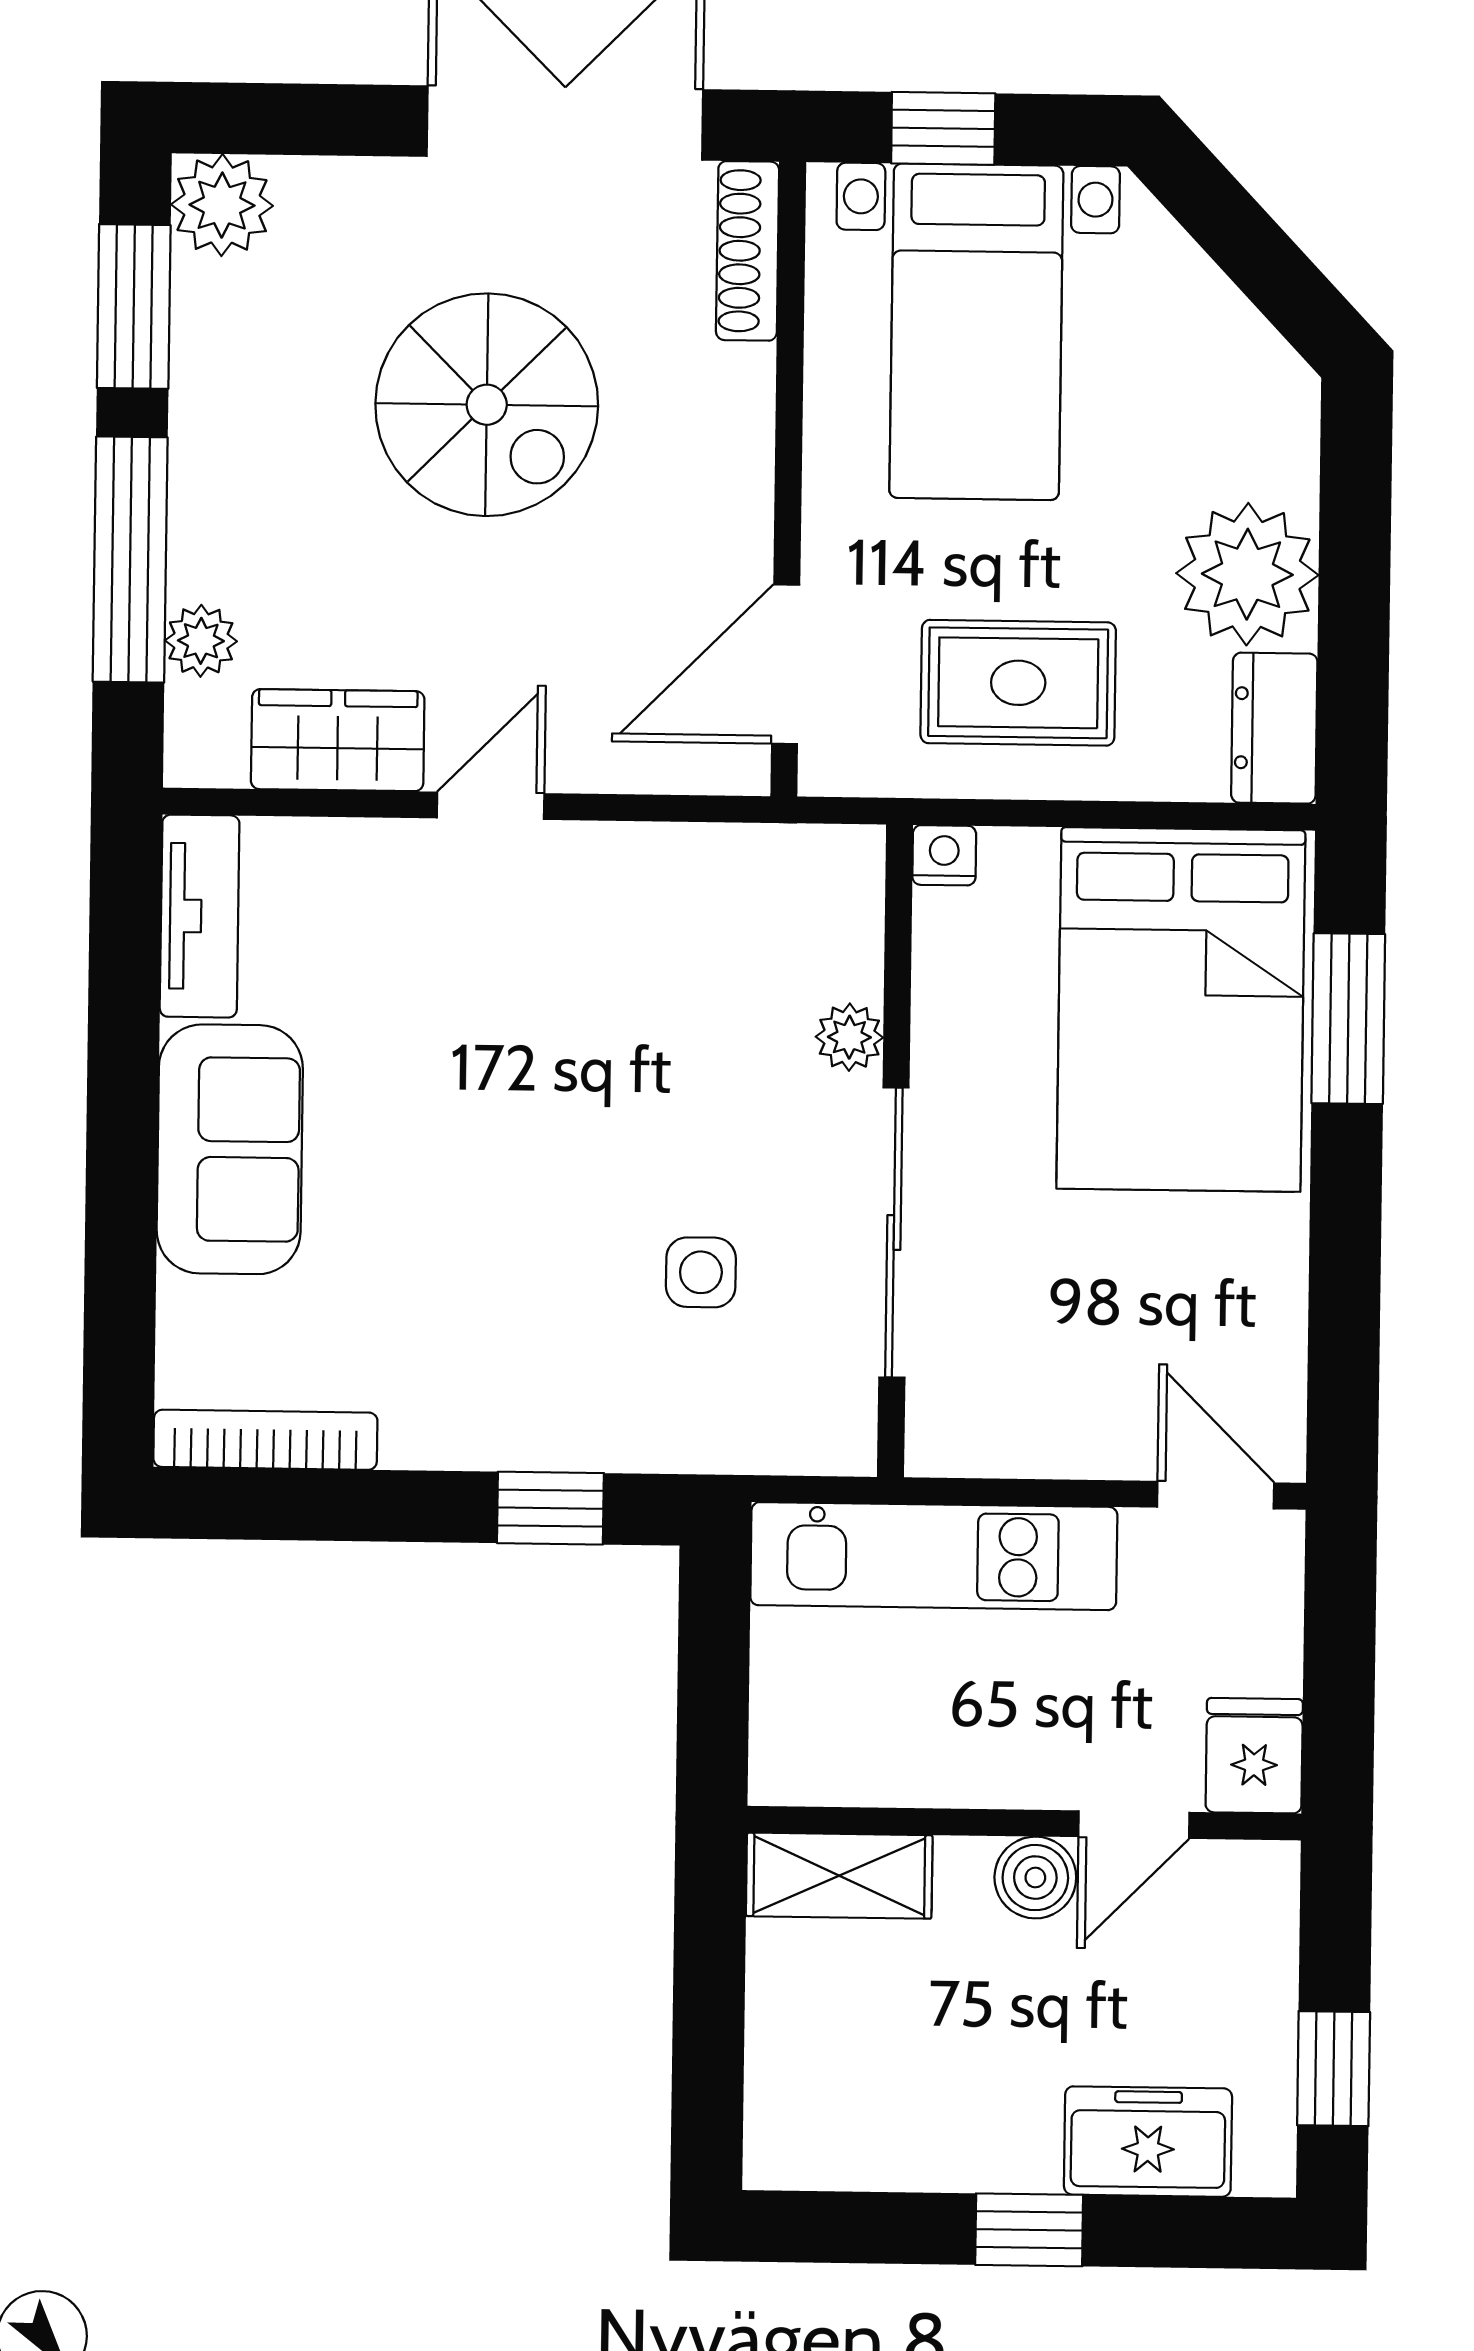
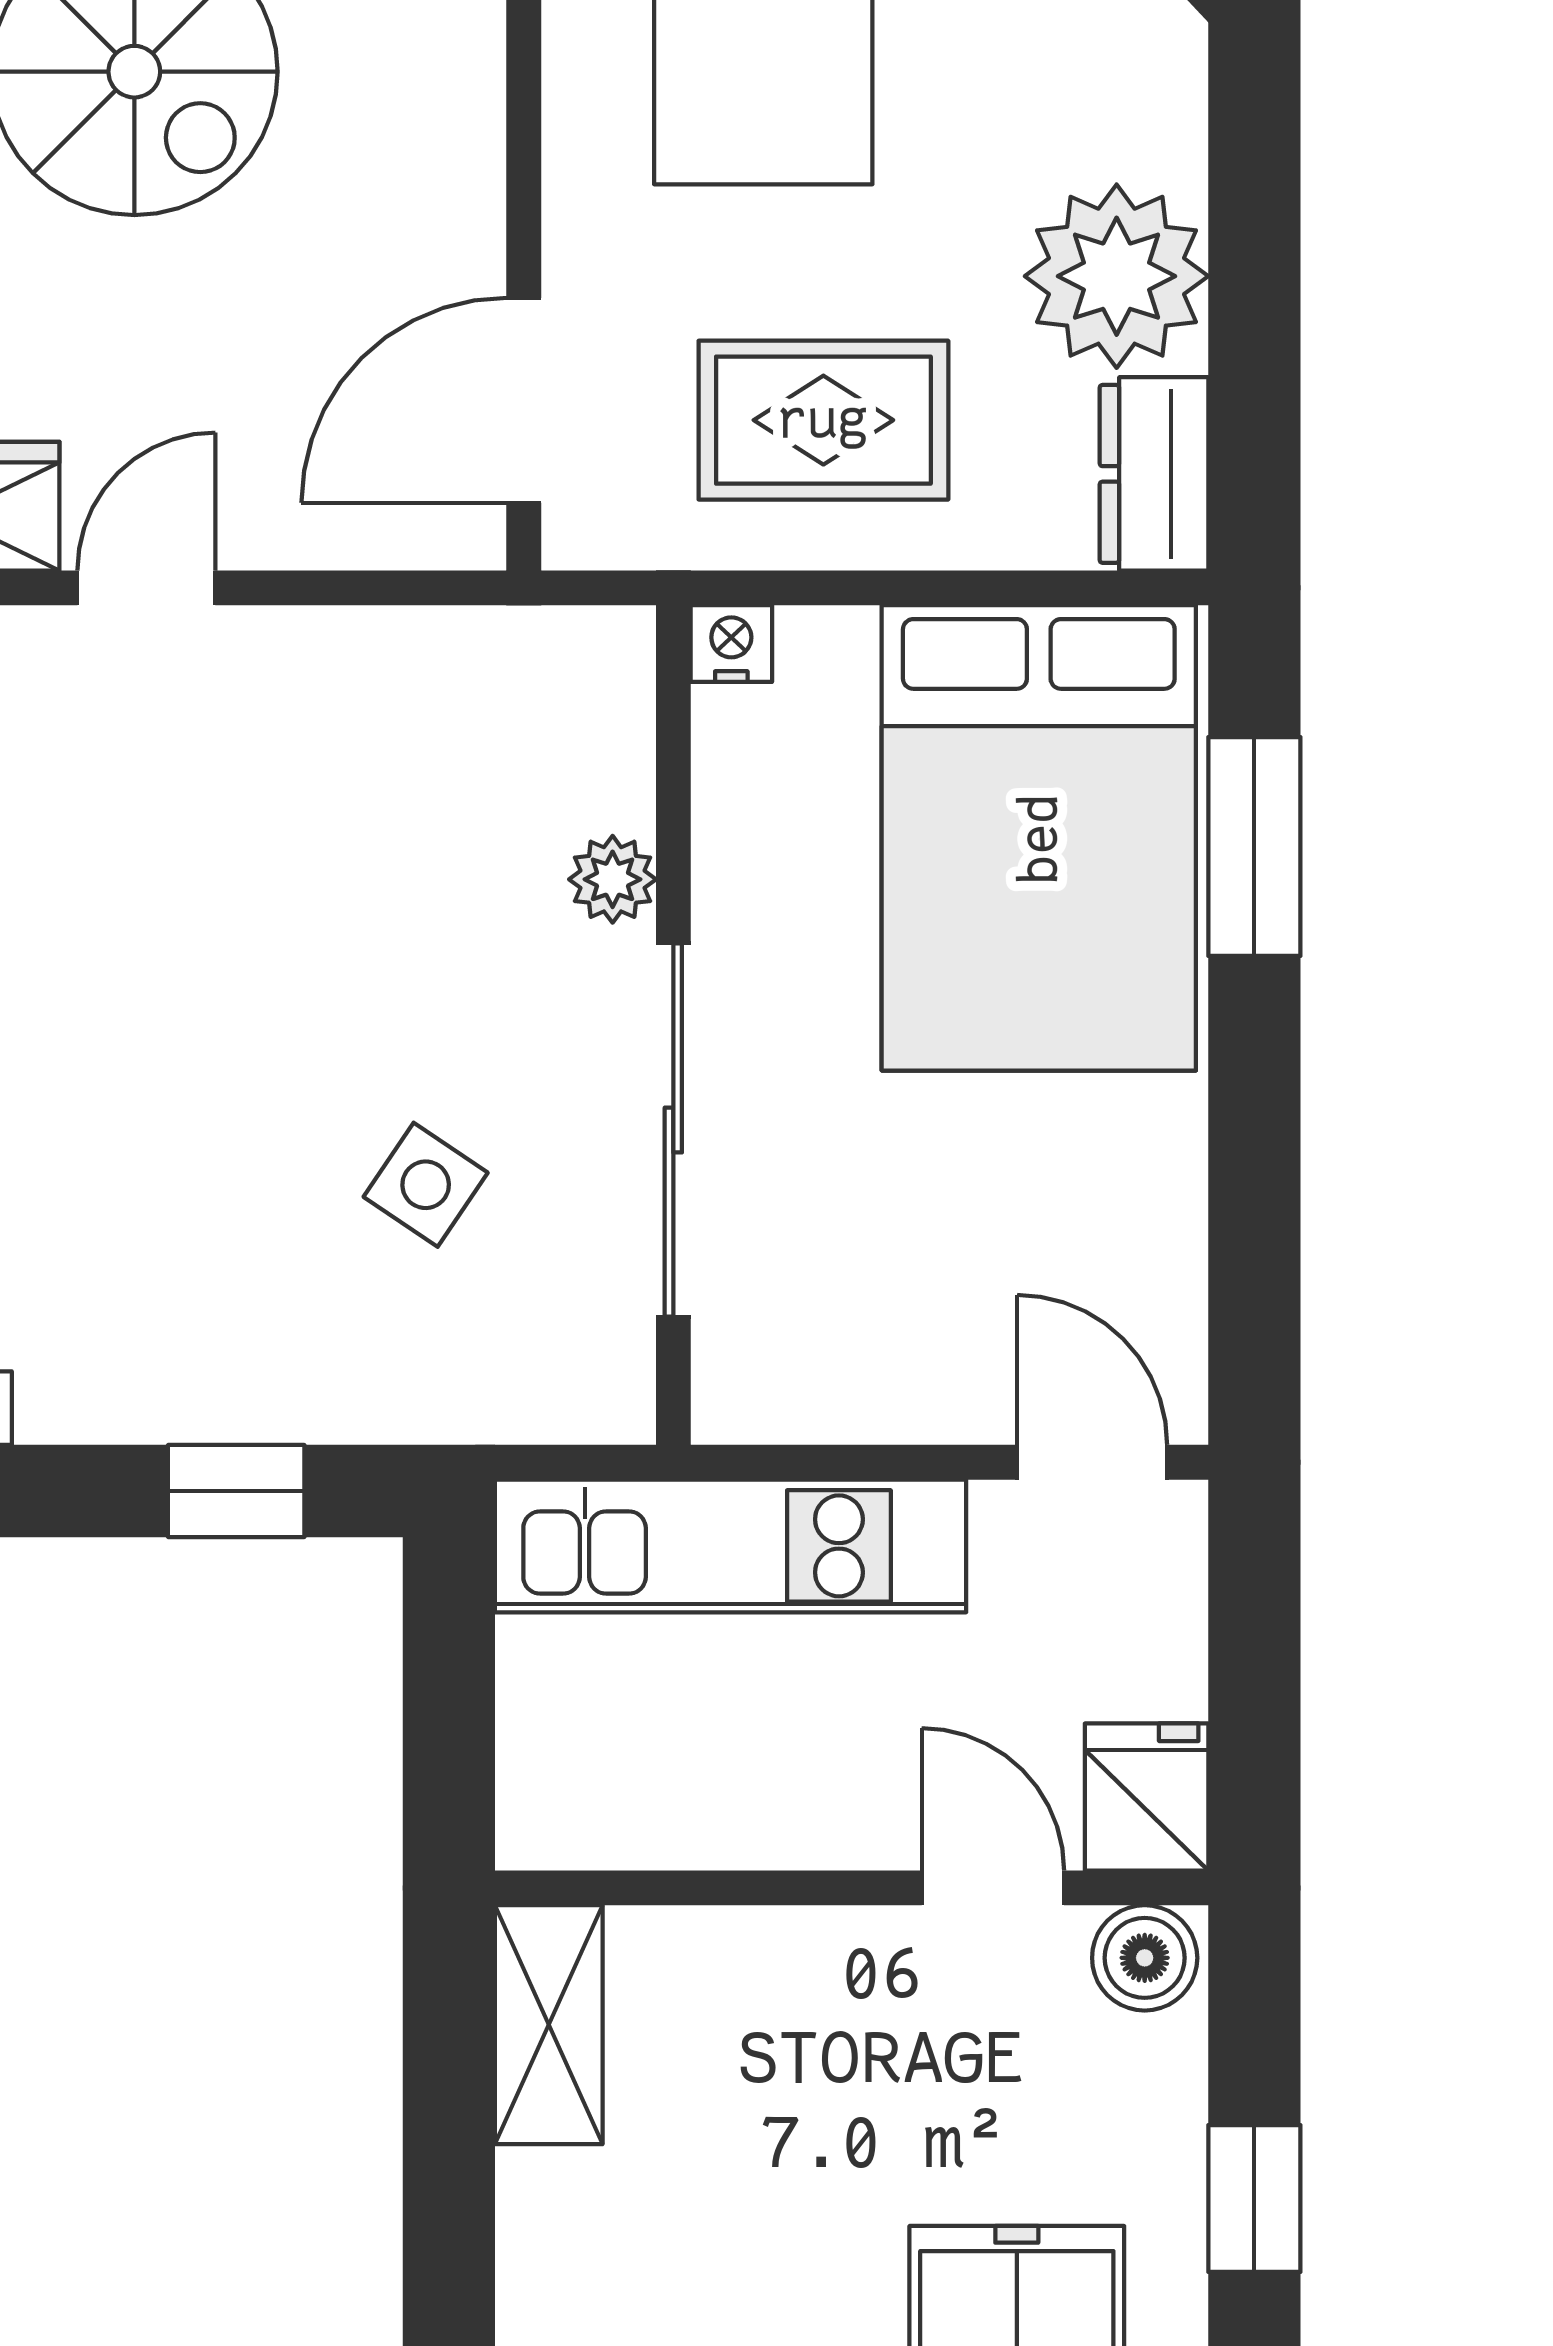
side table: (701, 1272) -> (426, 1185), turned 34
door: (1134, 1825) -> (993, 1888), swing flipped
shelving: (839, 1876) -> (549, 2025), moved, turned 90
boiler: (1035, 1878) -> (1145, 1958), moved

